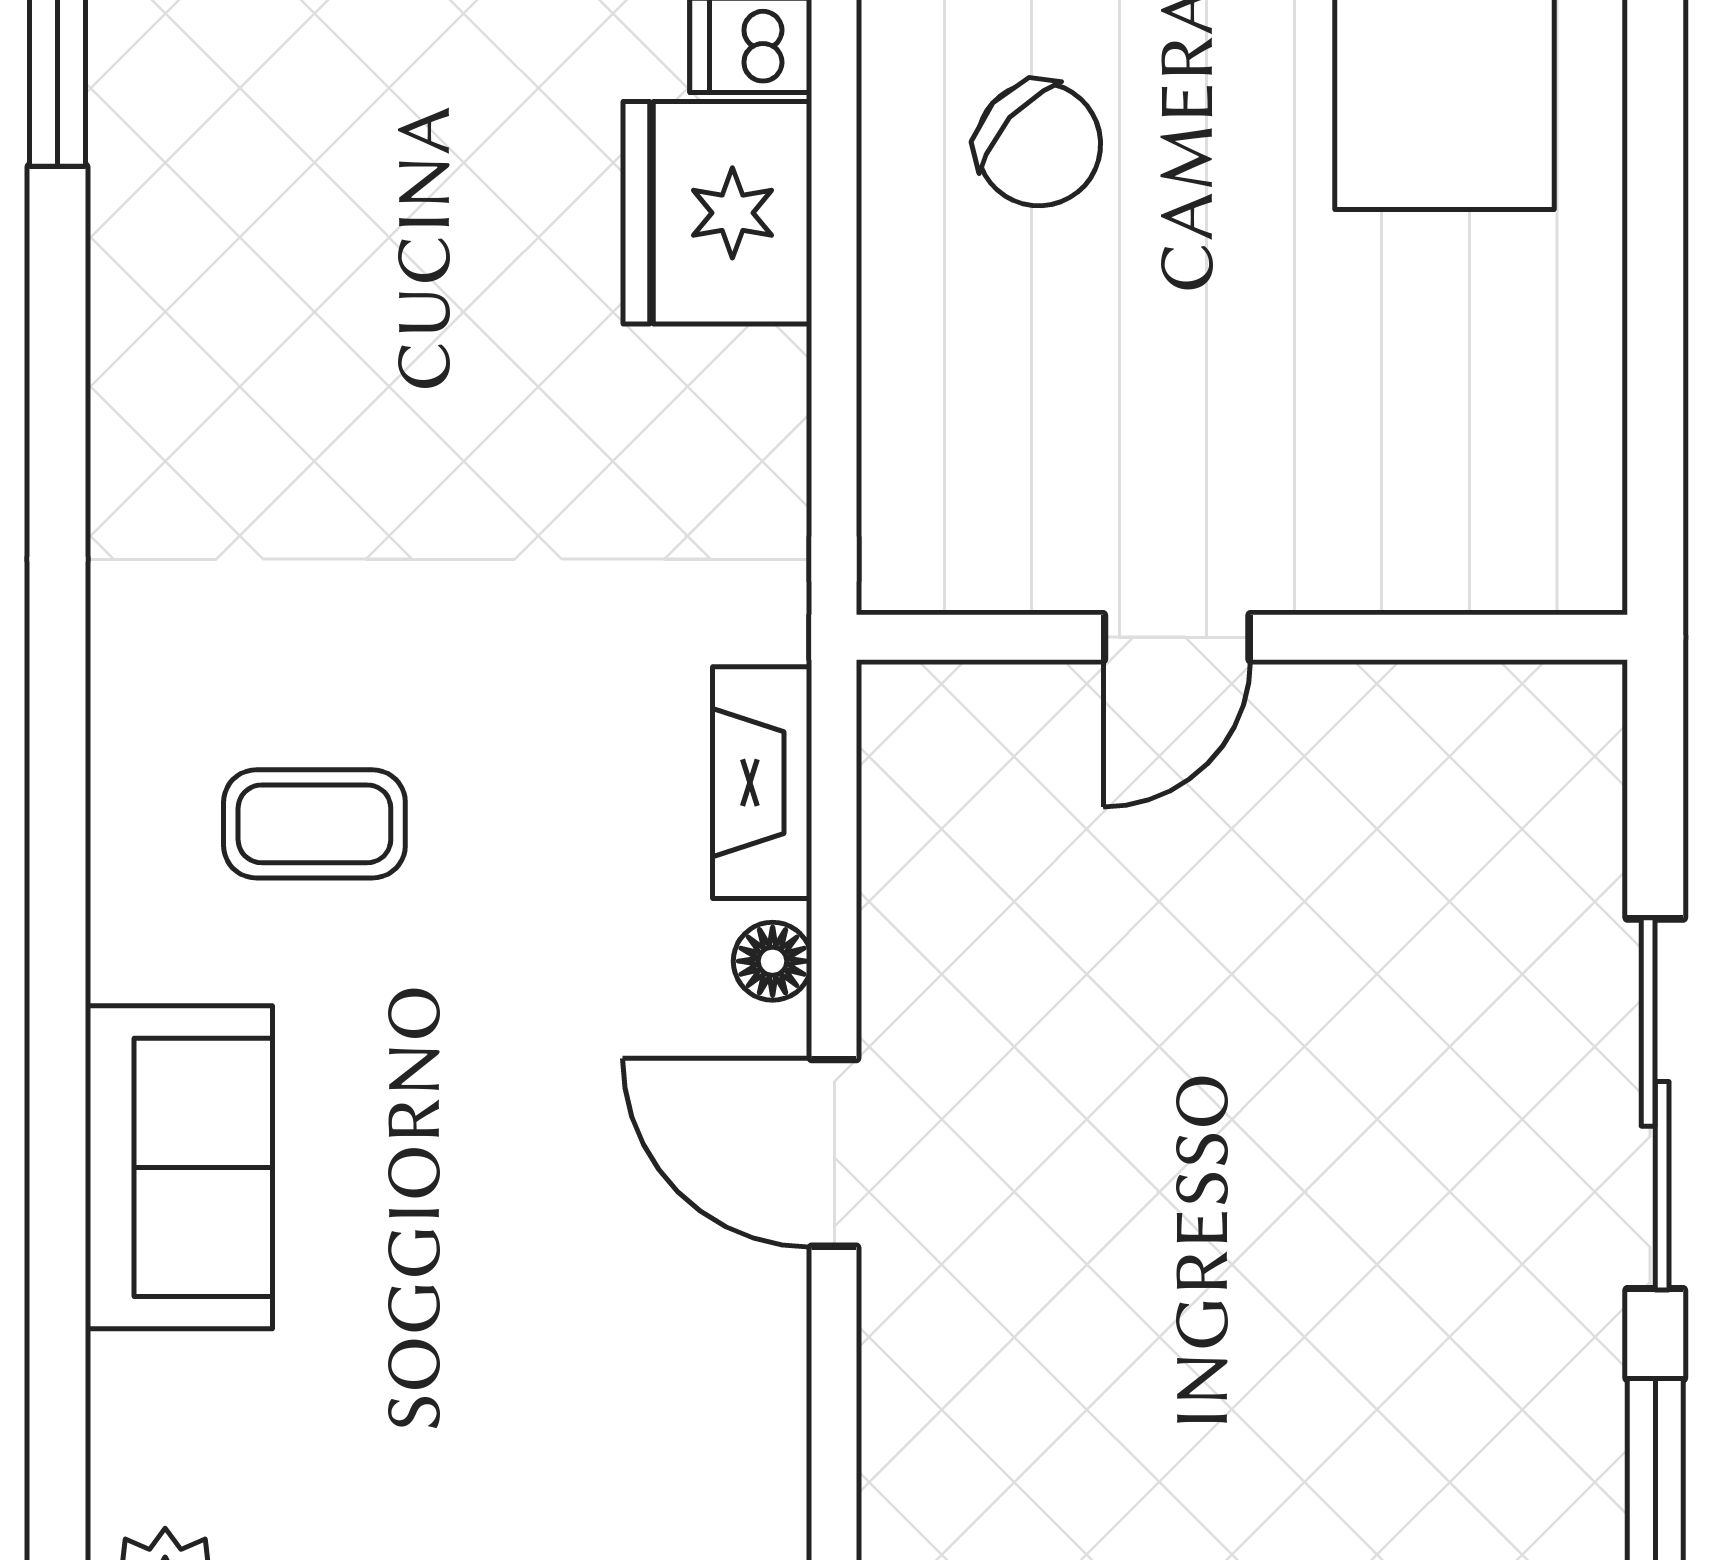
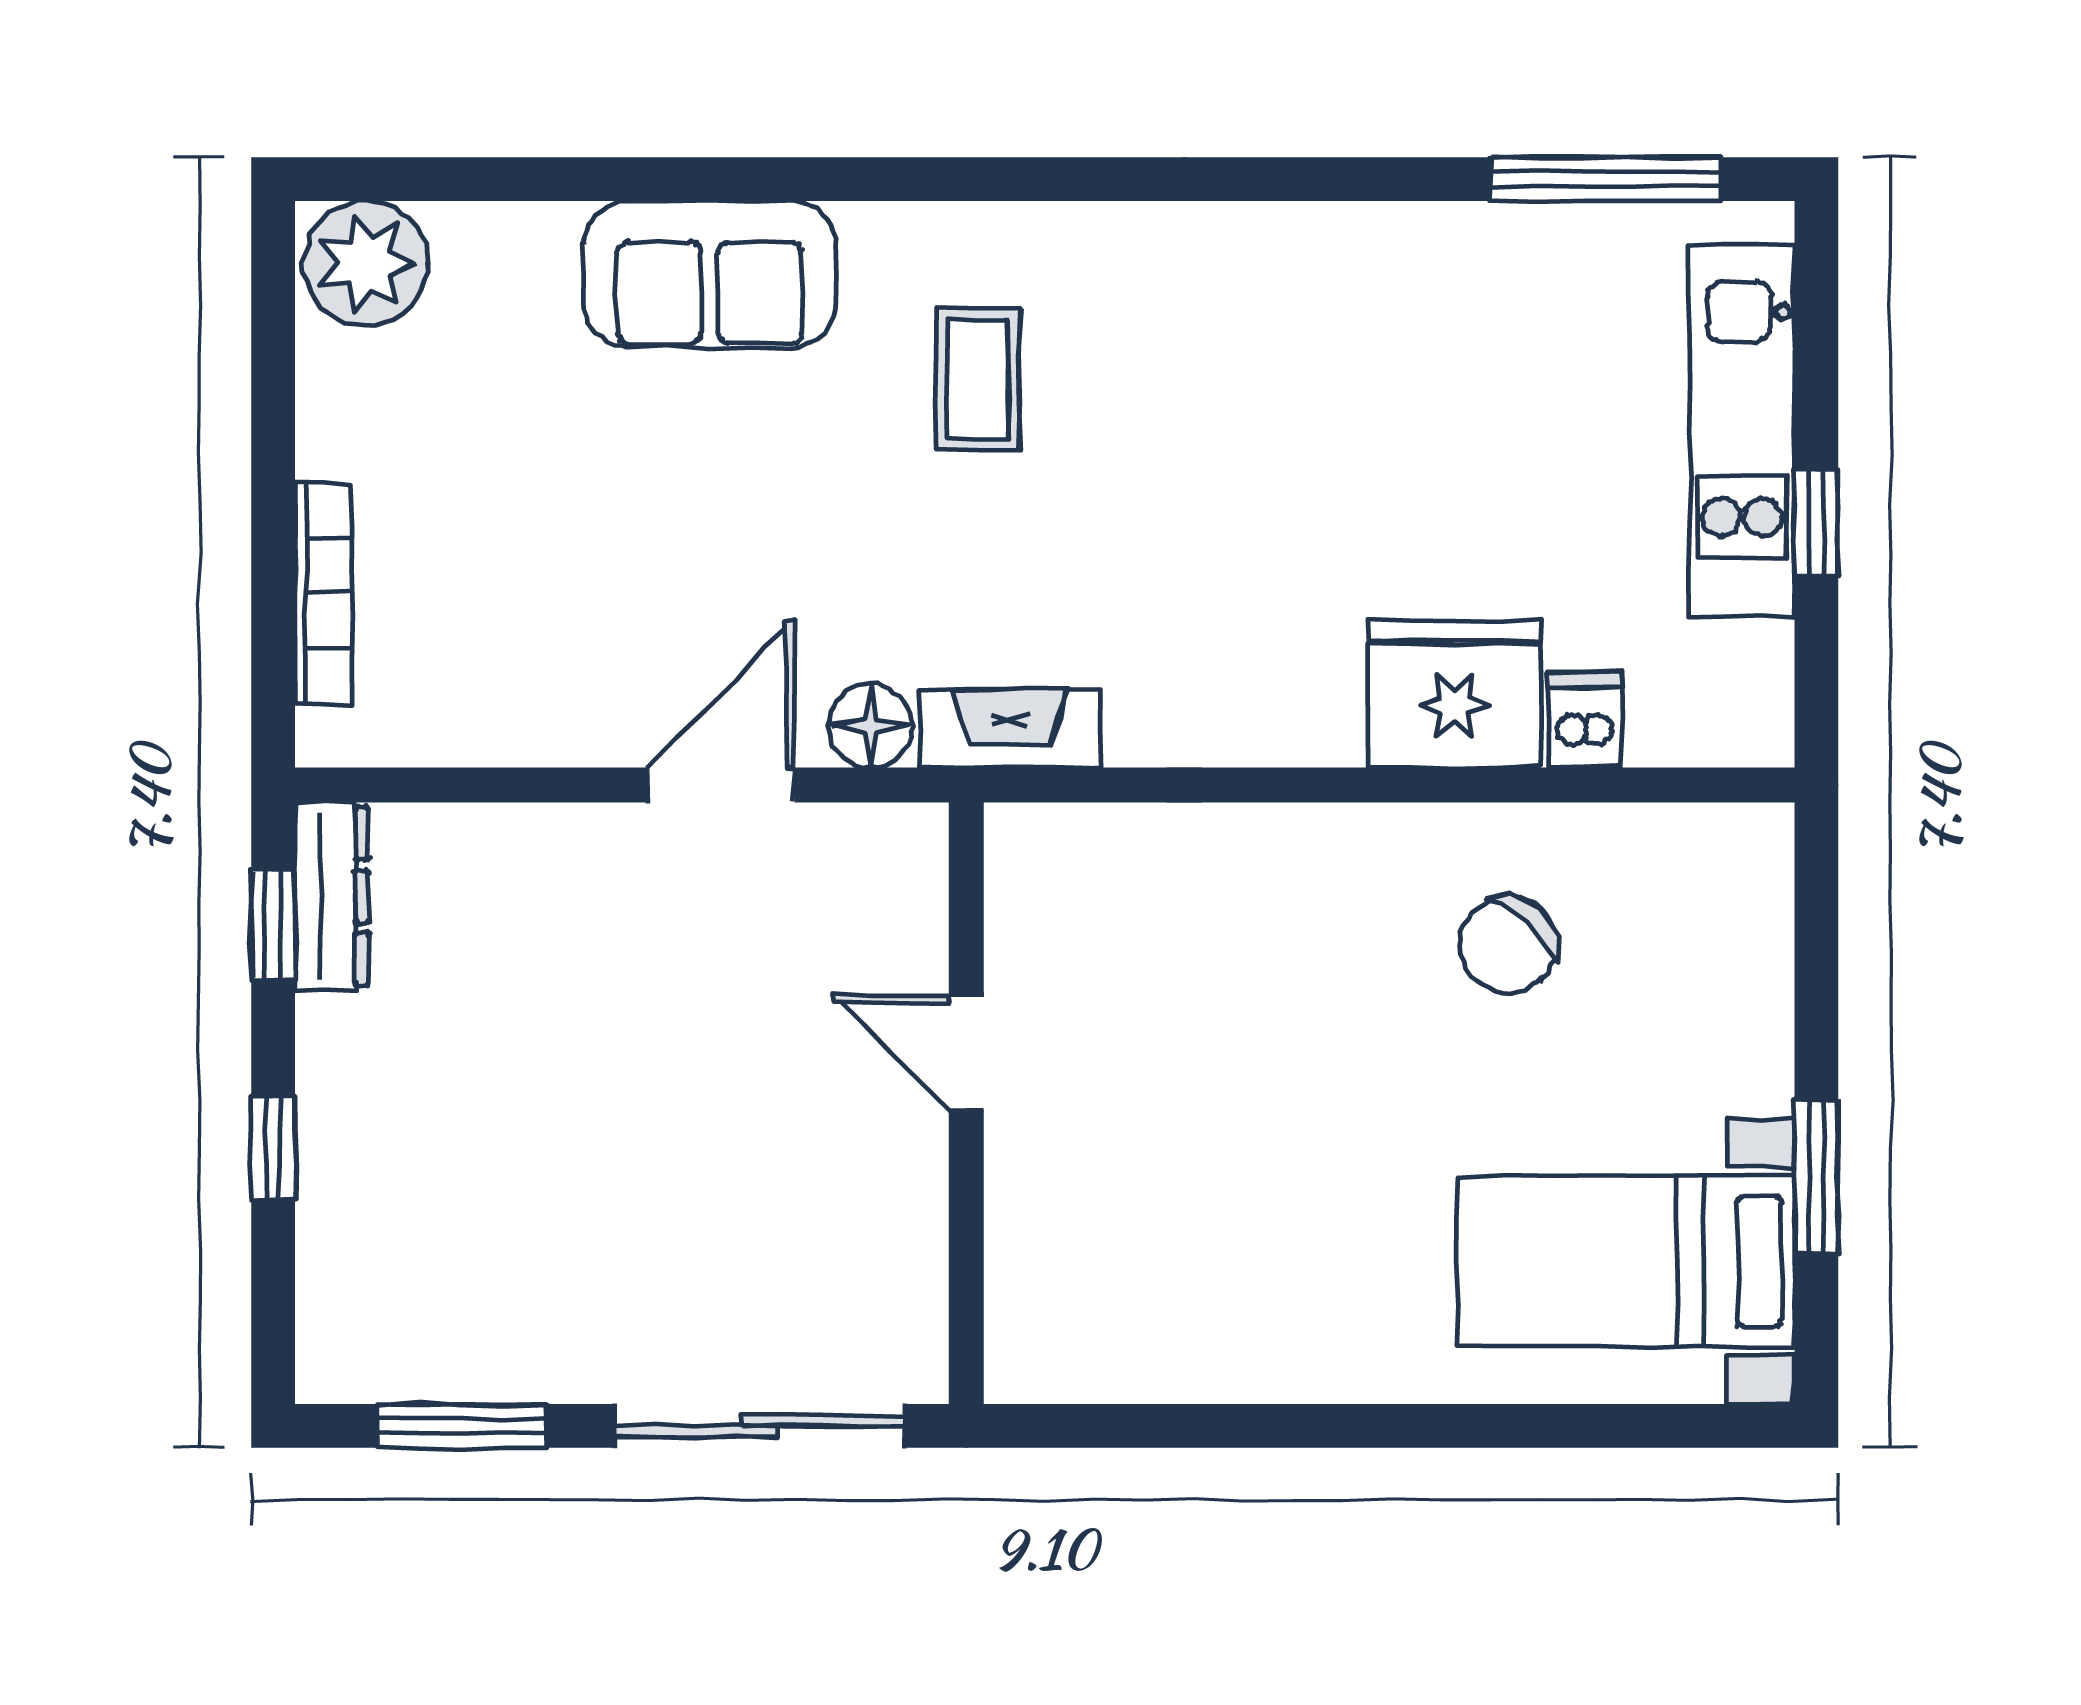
door: (1177, 637) -> (966, 1052), moved
wall: (1242, 637) -> (966, 1103), moved
floor lamp: (773, 961) -> (870, 726), width x1.37, depth x1.37

